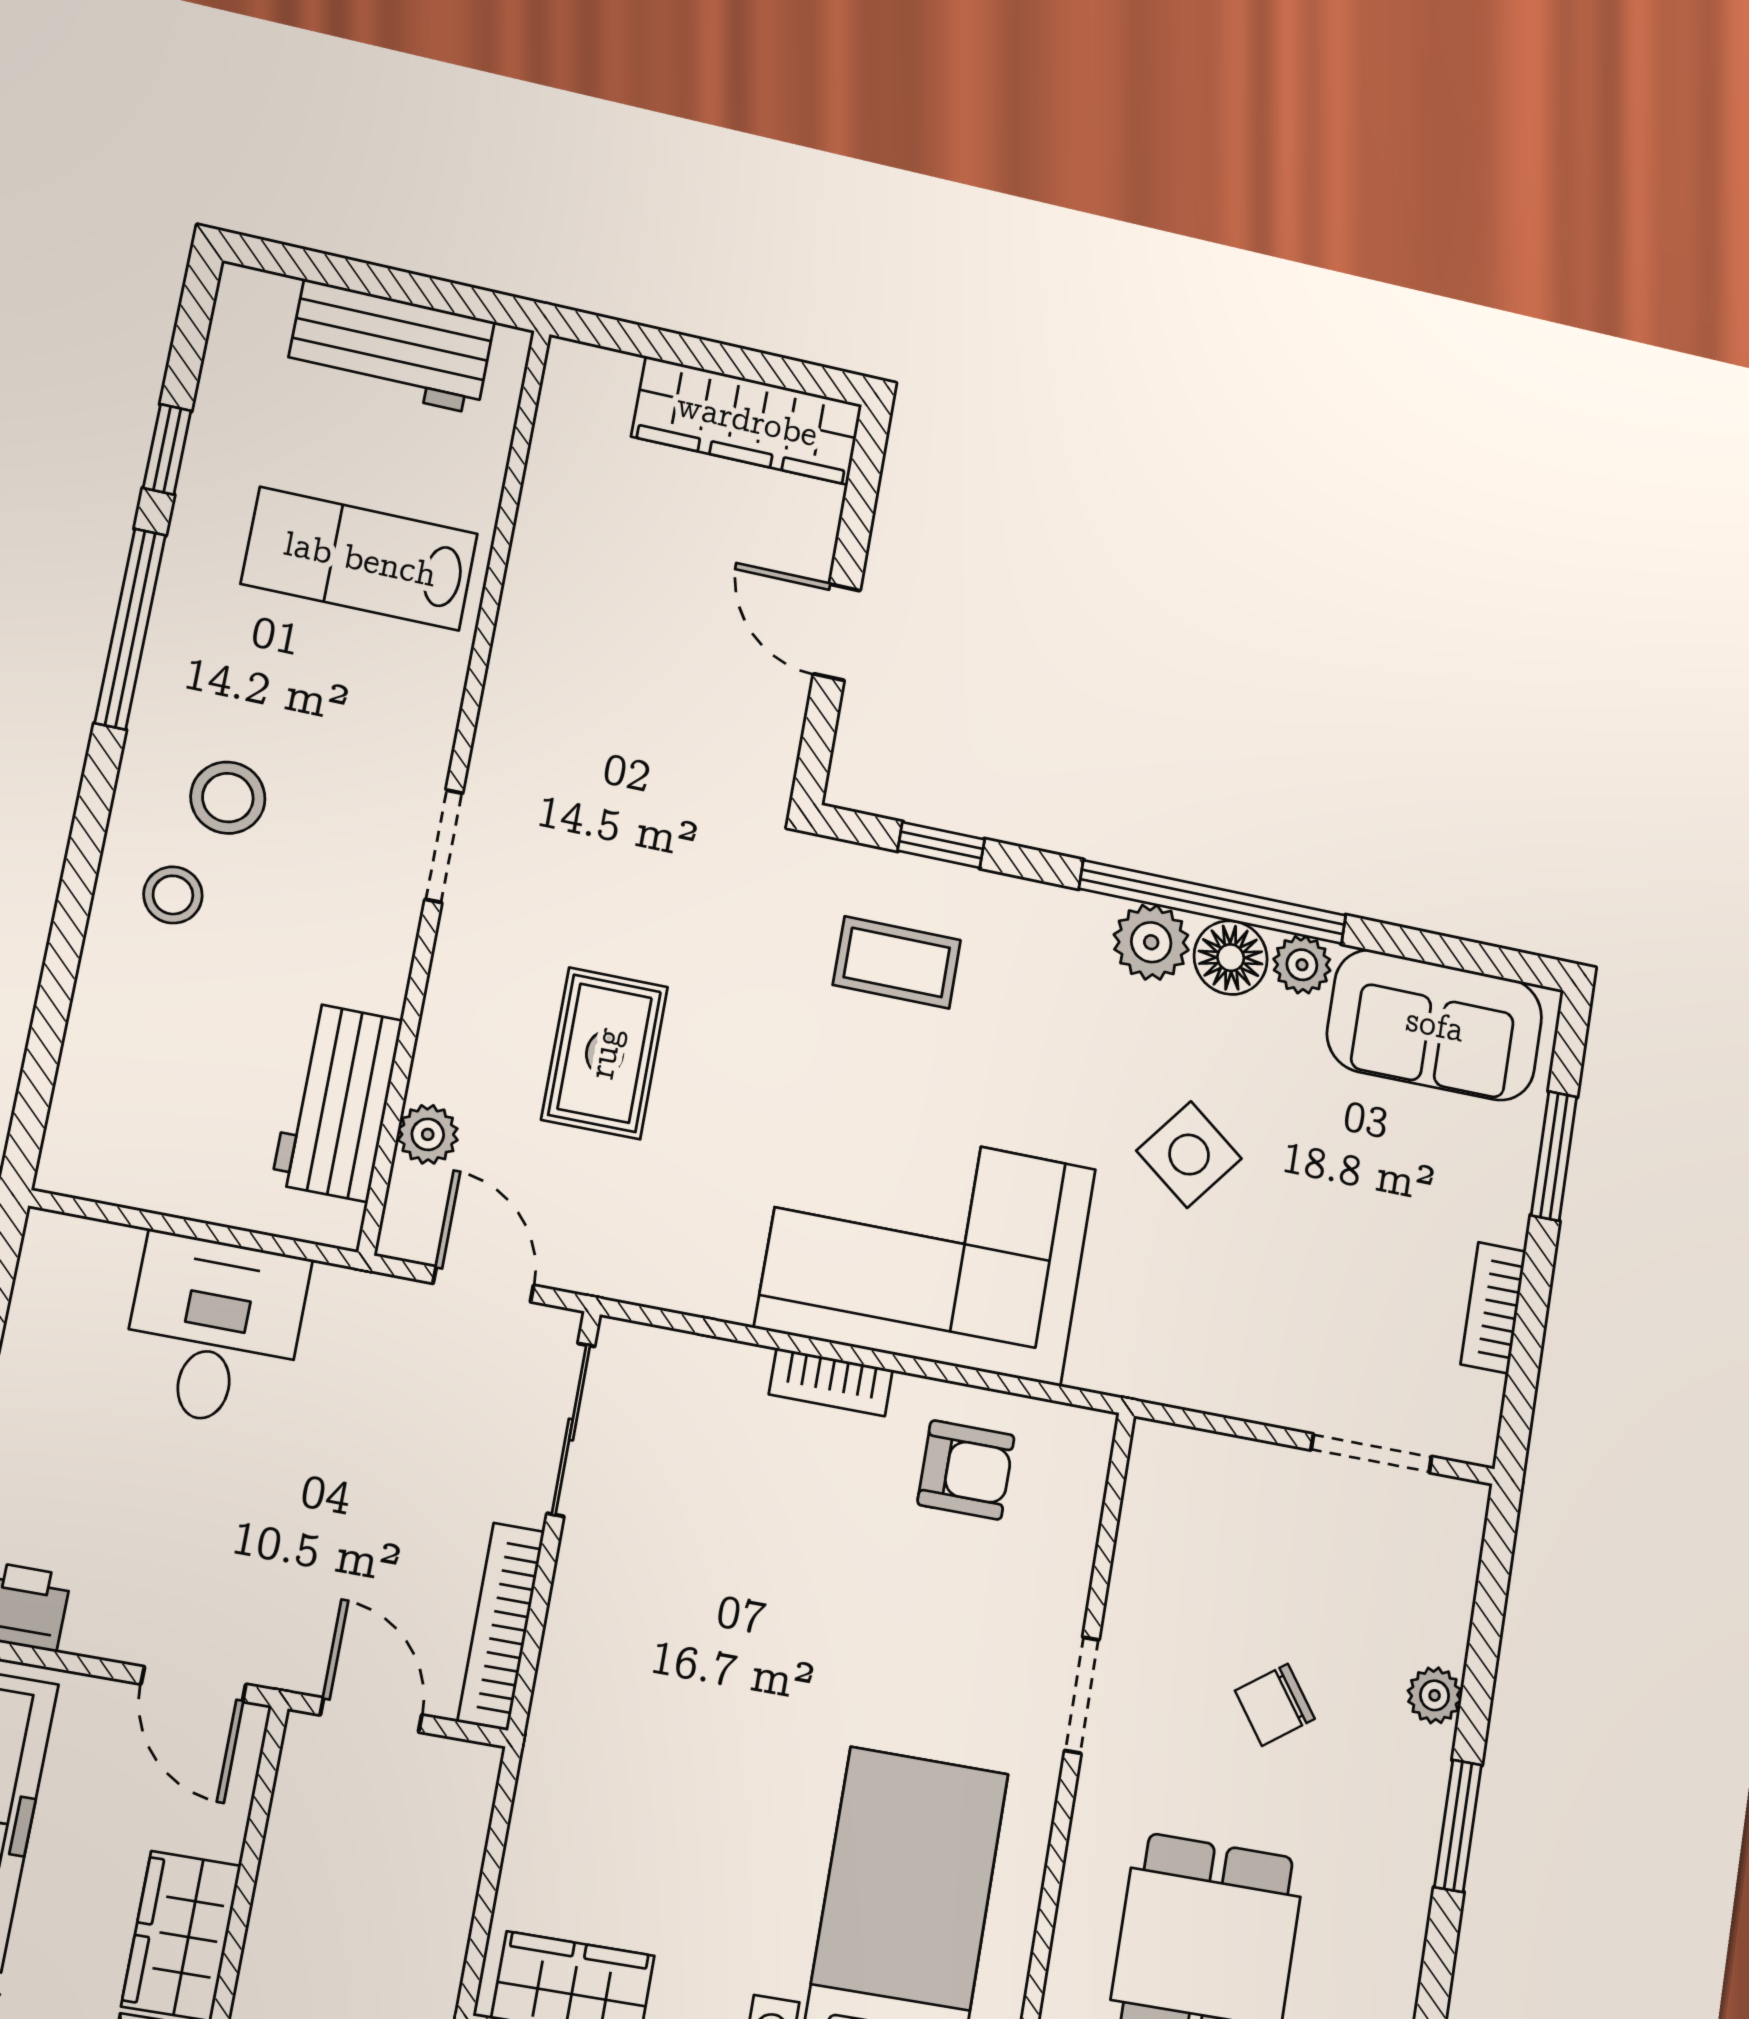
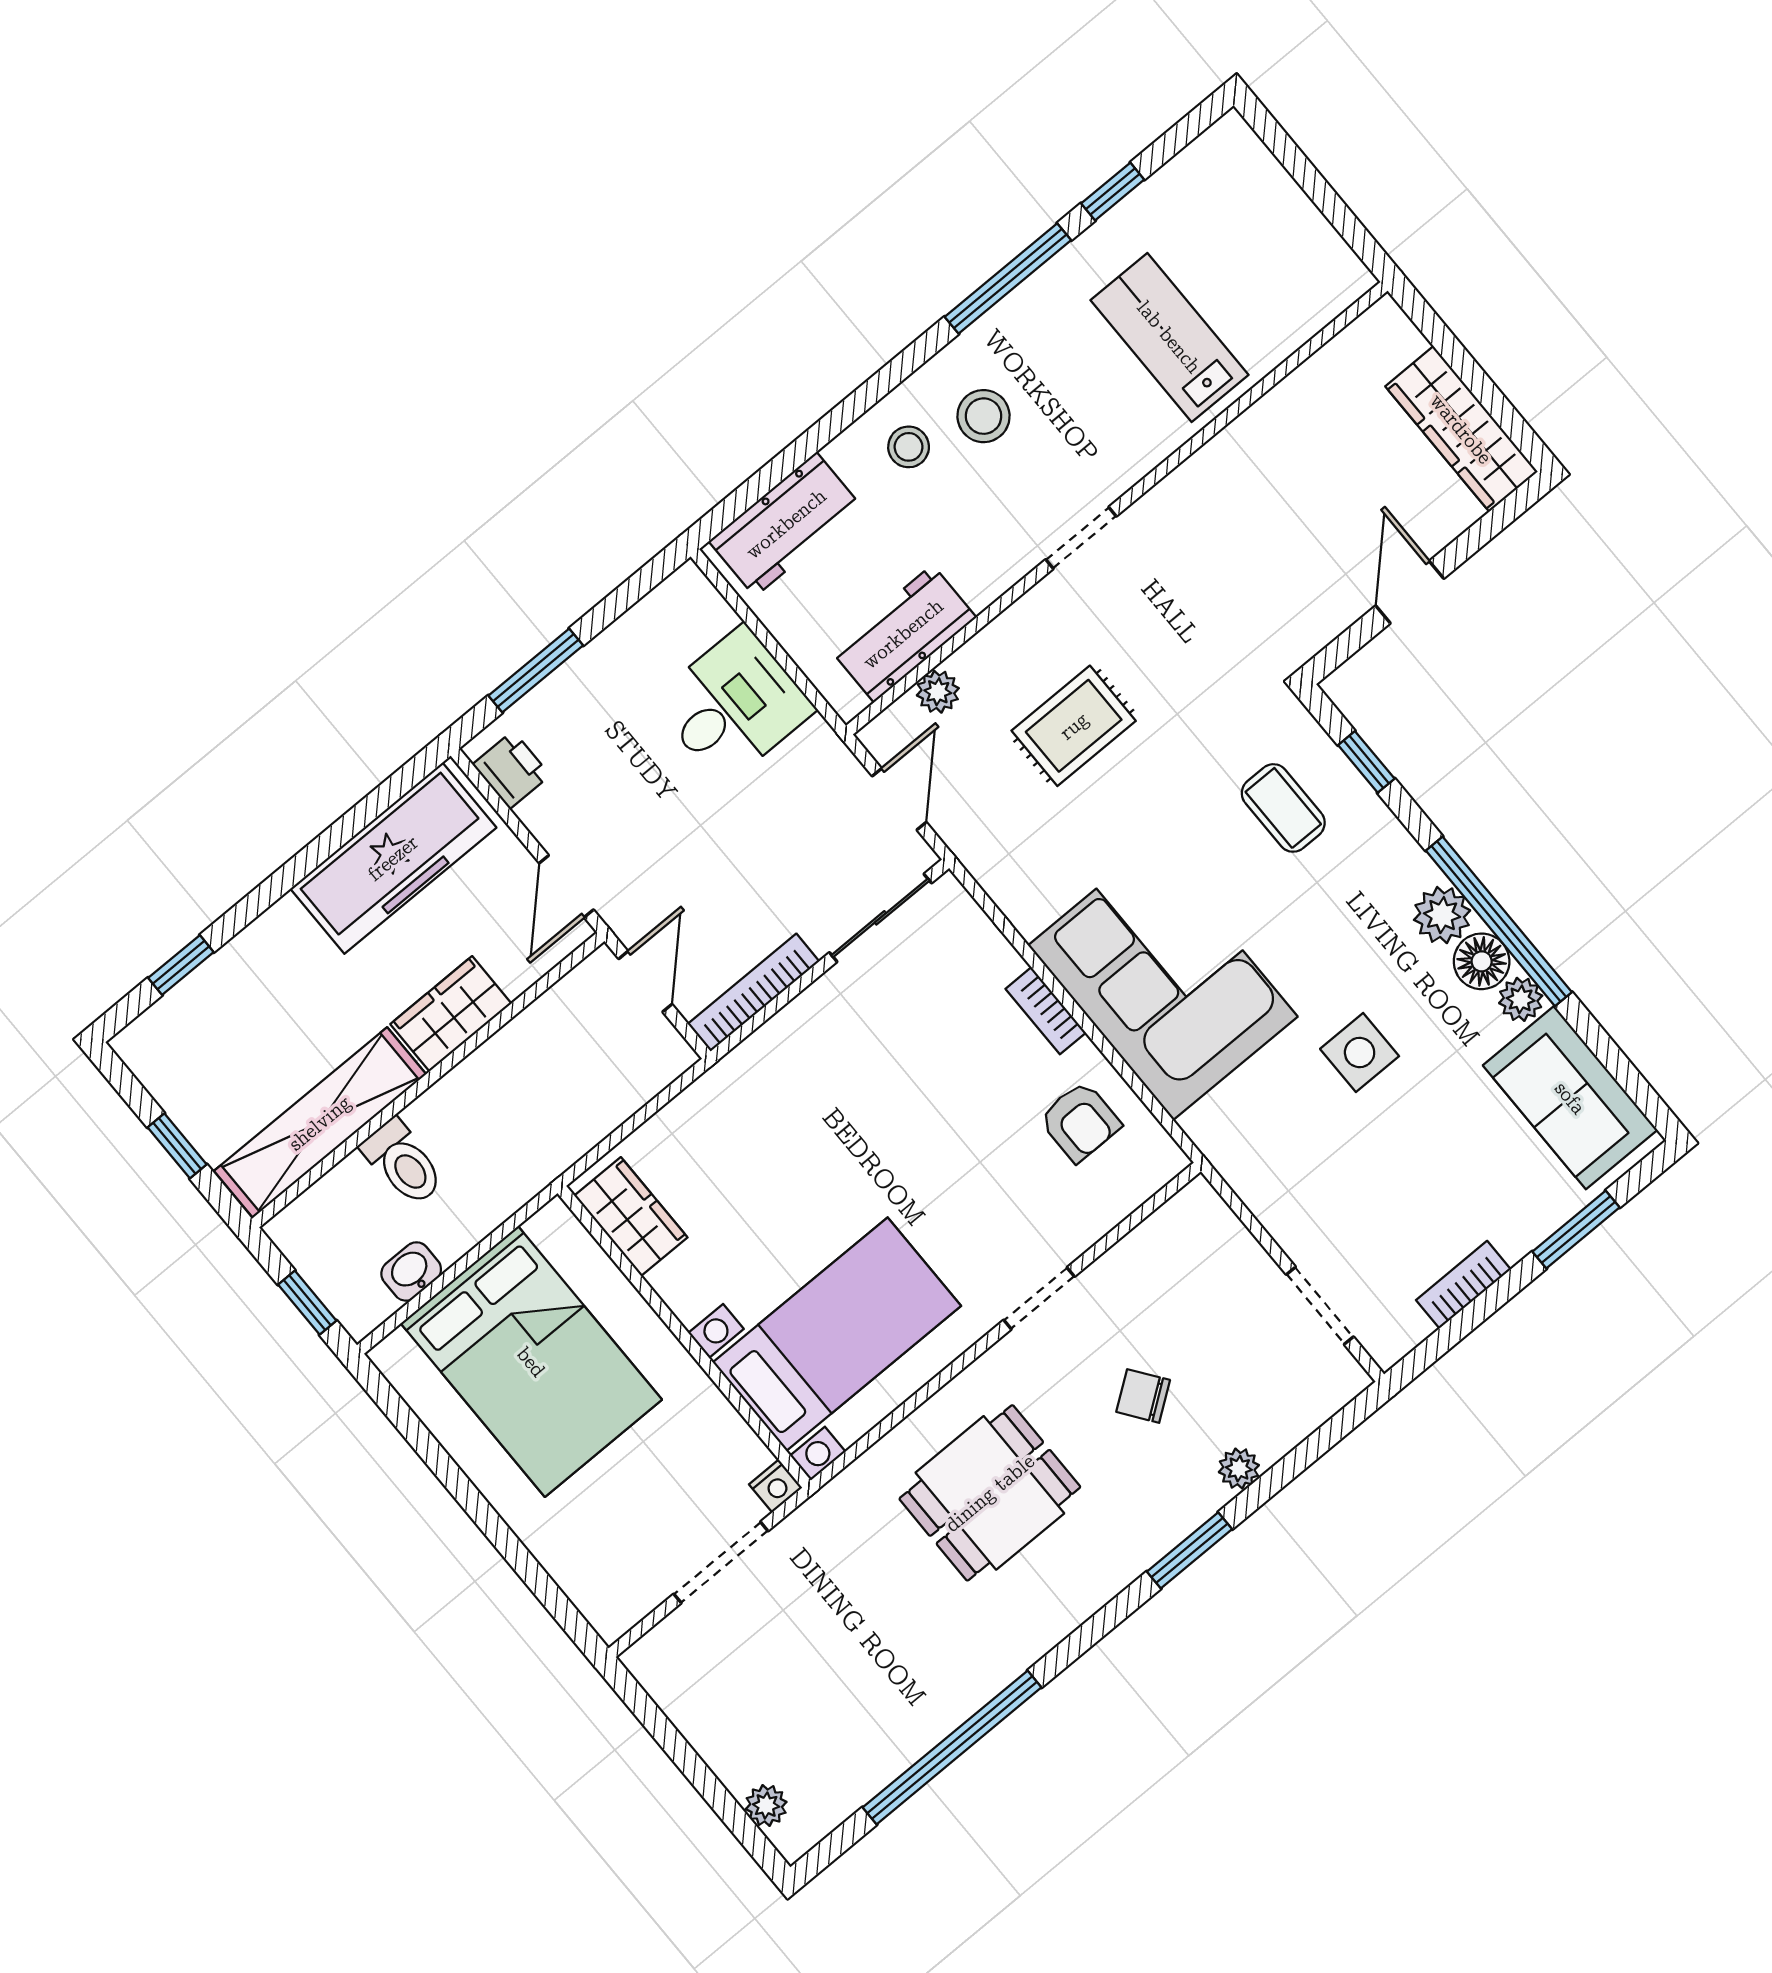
workbench: (391, 347) -> (786, 524), moved, turned -90
side table: (1189, 1155) -> (1360, 1053), turned -38

